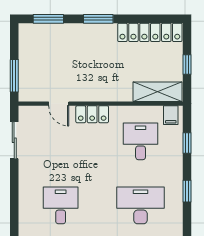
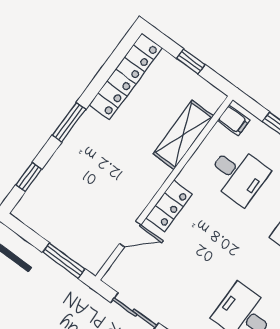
window: (48, 19) -> (29, 177), width x0.67
shelving: (157, 92) -> (183, 135), moved
desk: (141, 141) -> (238, 175), turned 180

